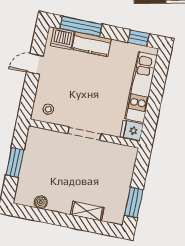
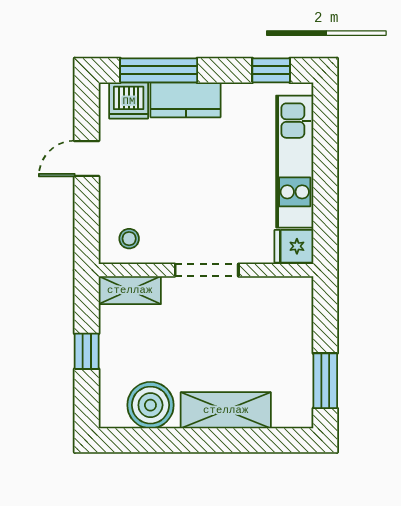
shelving: (43, 136) -> (130, 290), added
window: (15, 162) -> (87, 351), width x0.67
boiler: (41, 202) -> (150, 405), width x1.86, depth x1.86
shelving: (87, 211) -> (226, 410), width x1.50, depth x1.33

